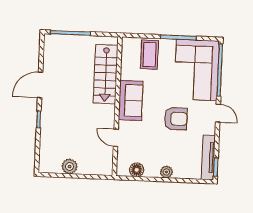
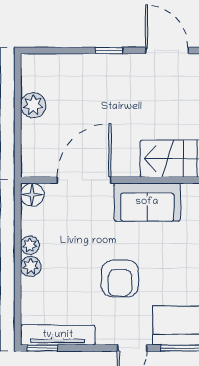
door: (116, 138) -> (84, 180), width x1.88
floor lamp: (137, 170) -> (32, 195), moved
plant: (154, 172) -> (30, 245), added

